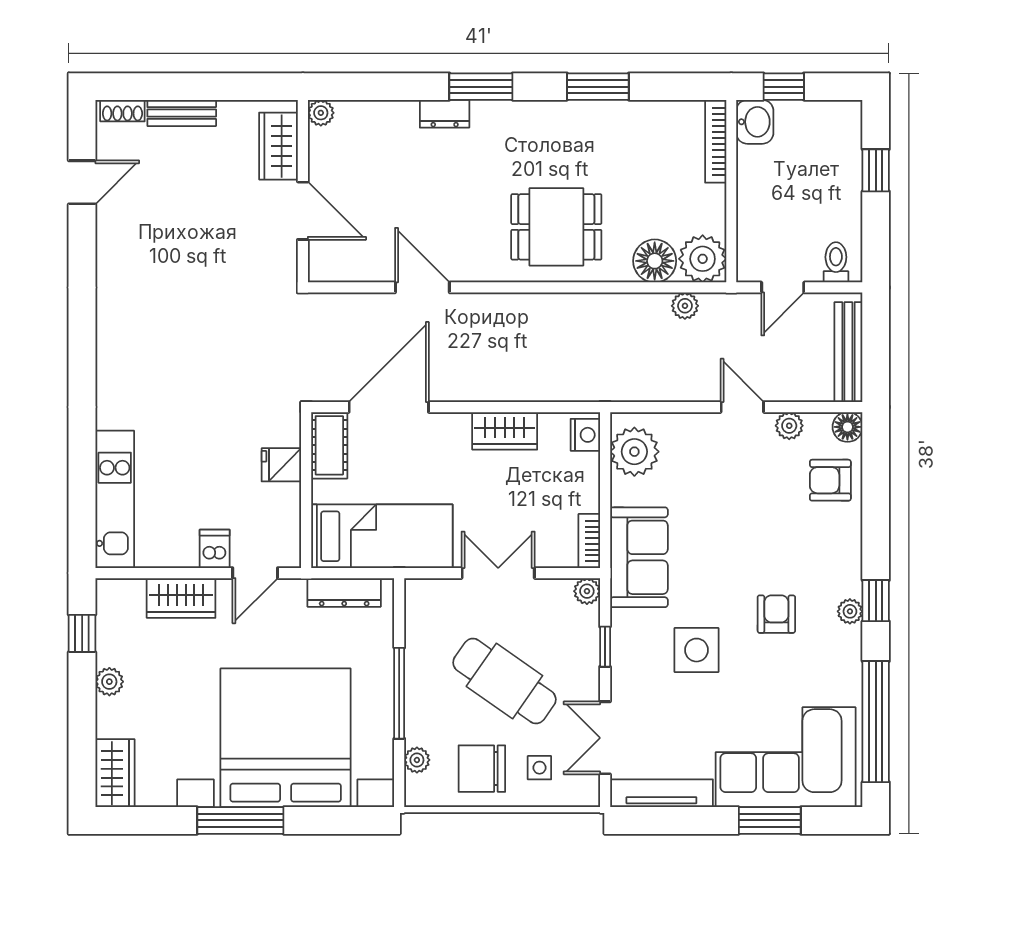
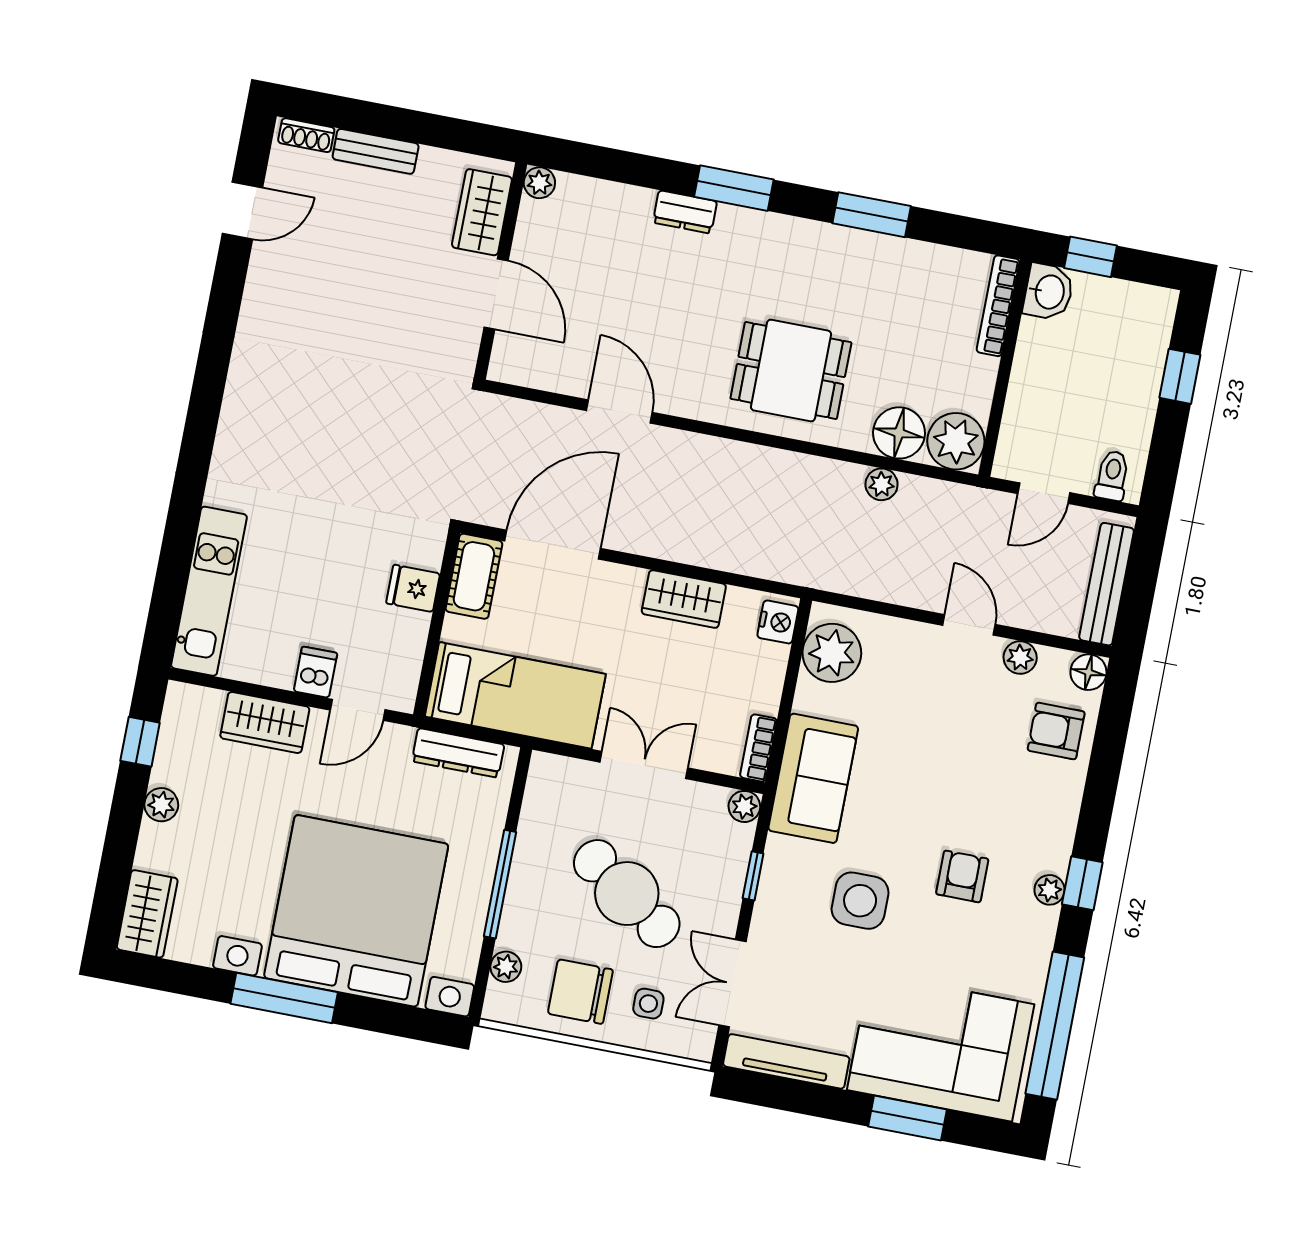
plant: (685, 306) -> (882, 484), moved

